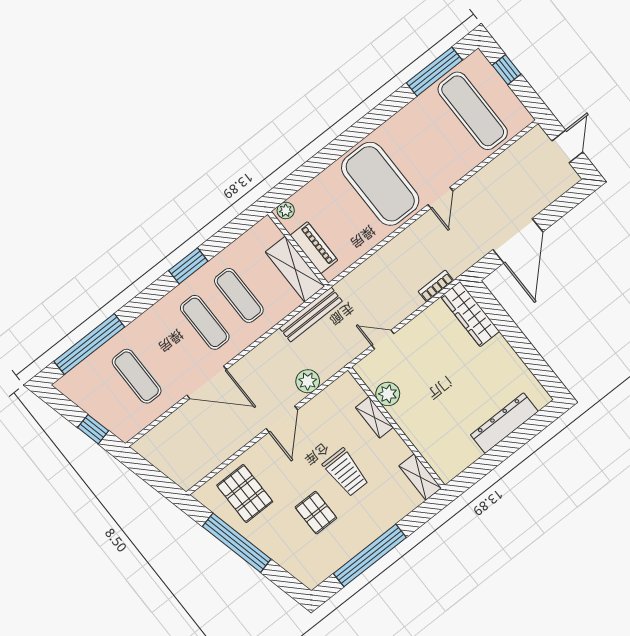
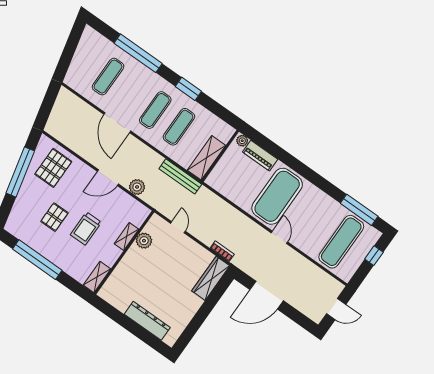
door: (440, 198) -> (279, 237), swing flipped
piano: (314, 248) -> (260, 156), moved, turned 90
window: (89, 344) -> (138, 53), moved
window: (93, 429) -> (66, 59), removed

